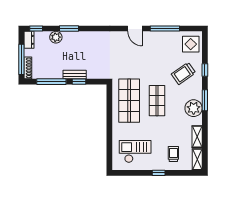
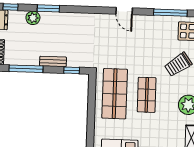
window: (165, 29) -> (170, 13), moved
window: (79, 82) -> (72, 70), moved

